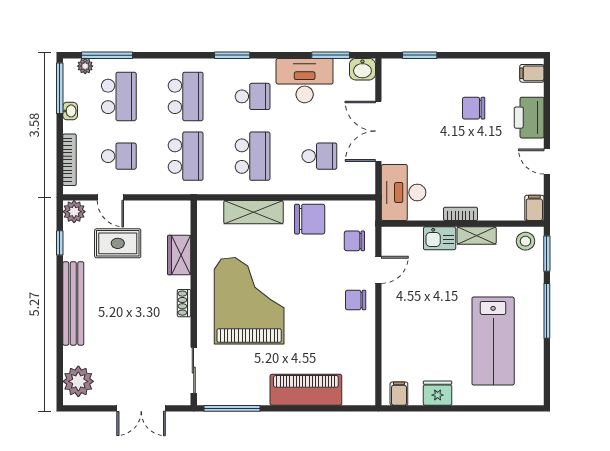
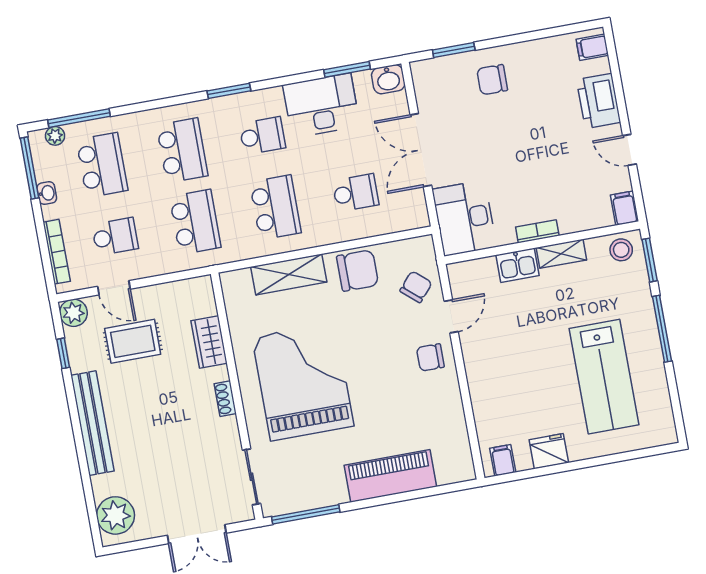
chair: (474, 108) -> (492, 80), moved
chair: (354, 241) -> (416, 287), turned 131

